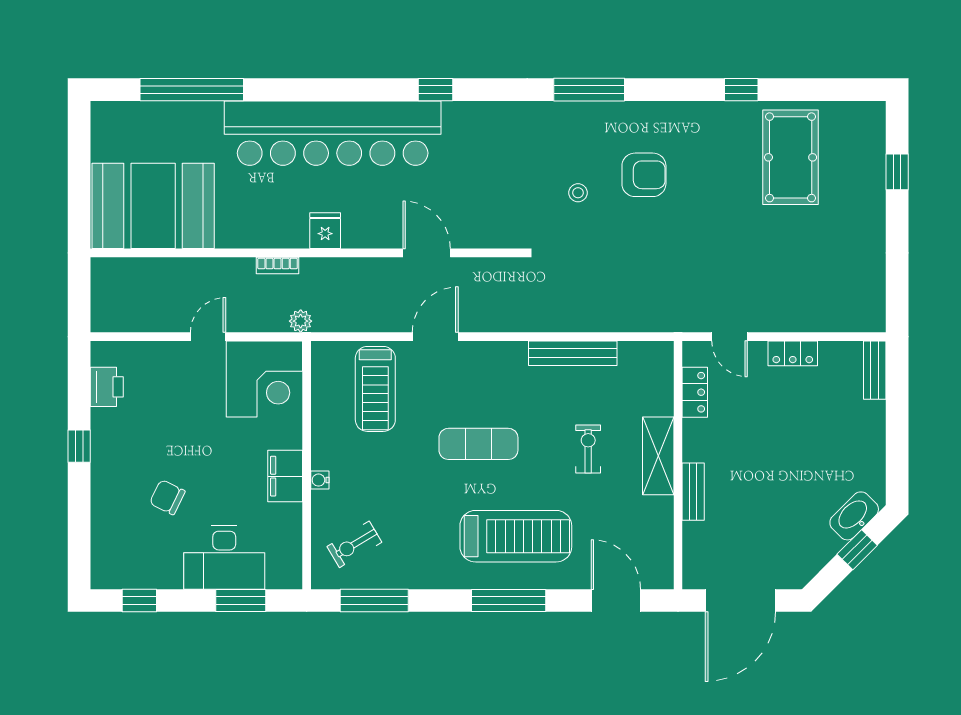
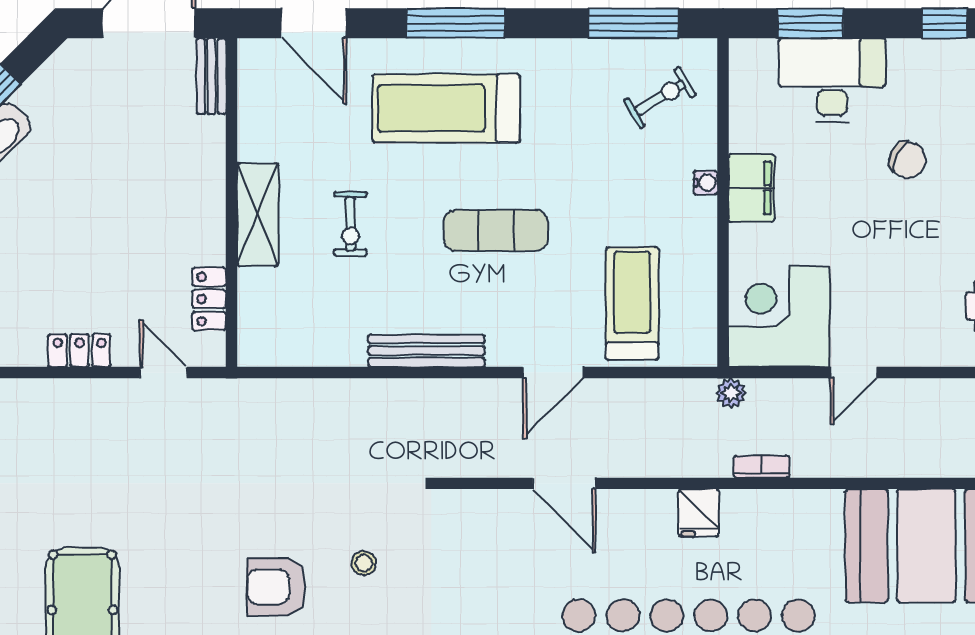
bench: (573, 353) -> (427, 351), moved
bench: (693, 492) -> (211, 76), moved

